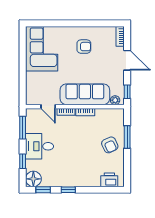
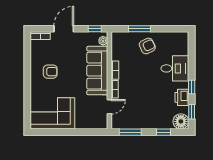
armchair: (84, 47) -> (50, 72), turned 90
desk: (39, 146) -> (175, 68), moved, turned -90
printer: (109, 180) -> (182, 97), moved

